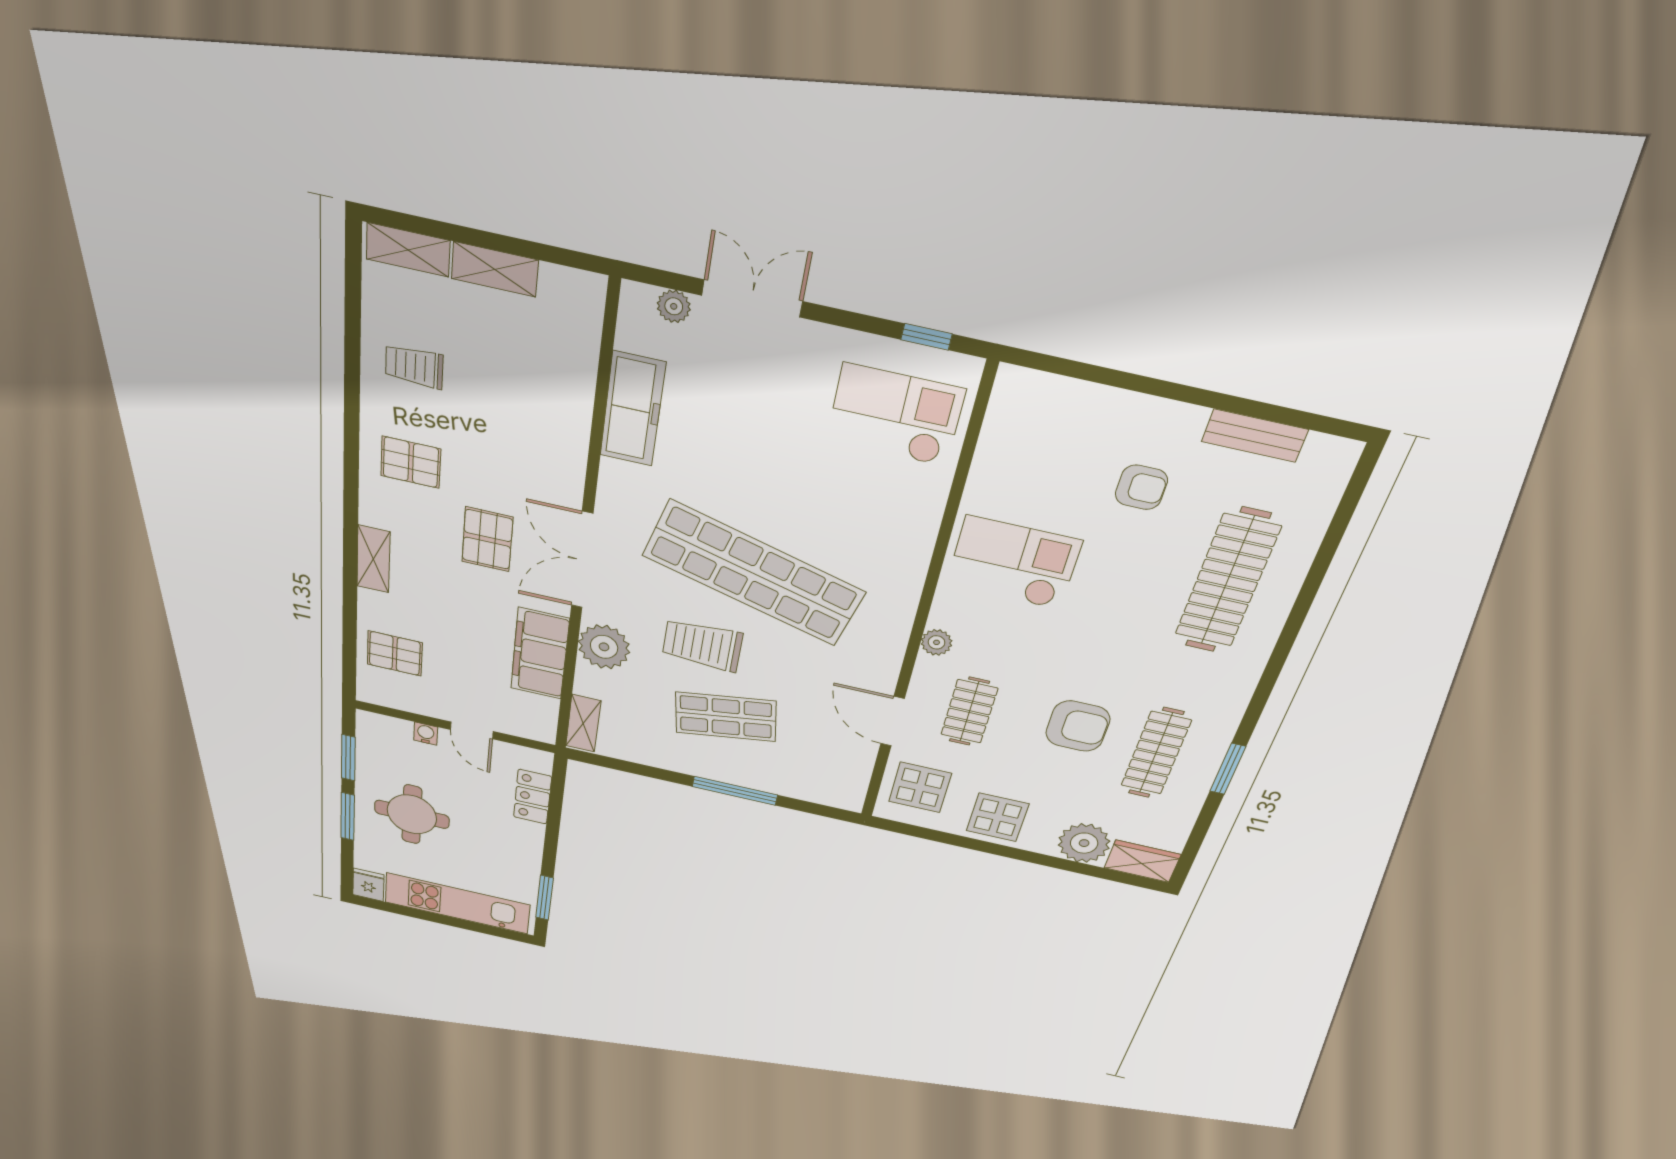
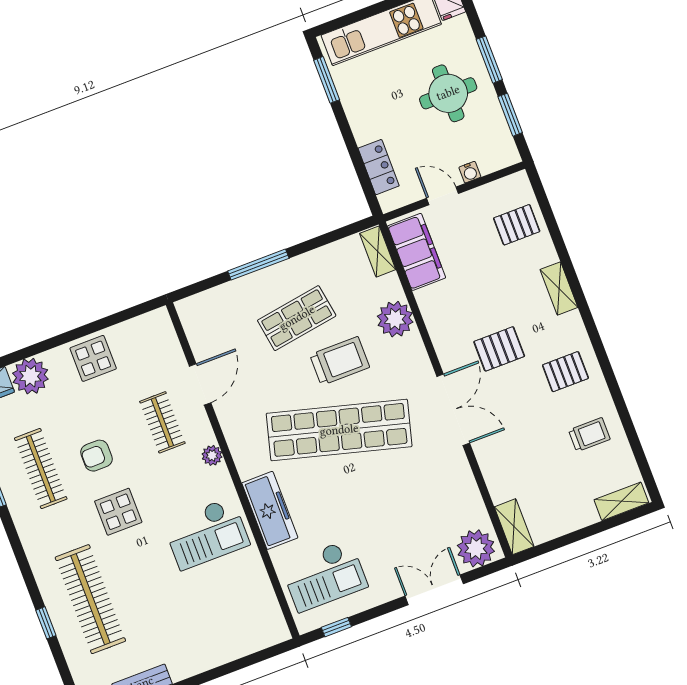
shelving: (495, 269) -> (514, 527), moved, turned 90
double door: (752, 298) -> (434, 590), swing flipped
plant: (674, 306) -> (476, 548), width x1.88, depth x1.88
freezer: (633, 409) -> (270, 510), moved, turned 180
armchair: (1141, 487) -> (174, 620), removed
pallet: (487, 539) -> (499, 349), turned 90
double door: (582, 560) -> (453, 410), moved
window: (1309, 590) -> (46, 623), added
filing cabinet: (540, 654) -> (417, 252), moved
door: (892, 721) -> (200, 384), hinge flipped
armchair: (1078, 726) -> (96, 456), width x0.72, depth x0.72
display table: (920, 787) -> (118, 512), moved

